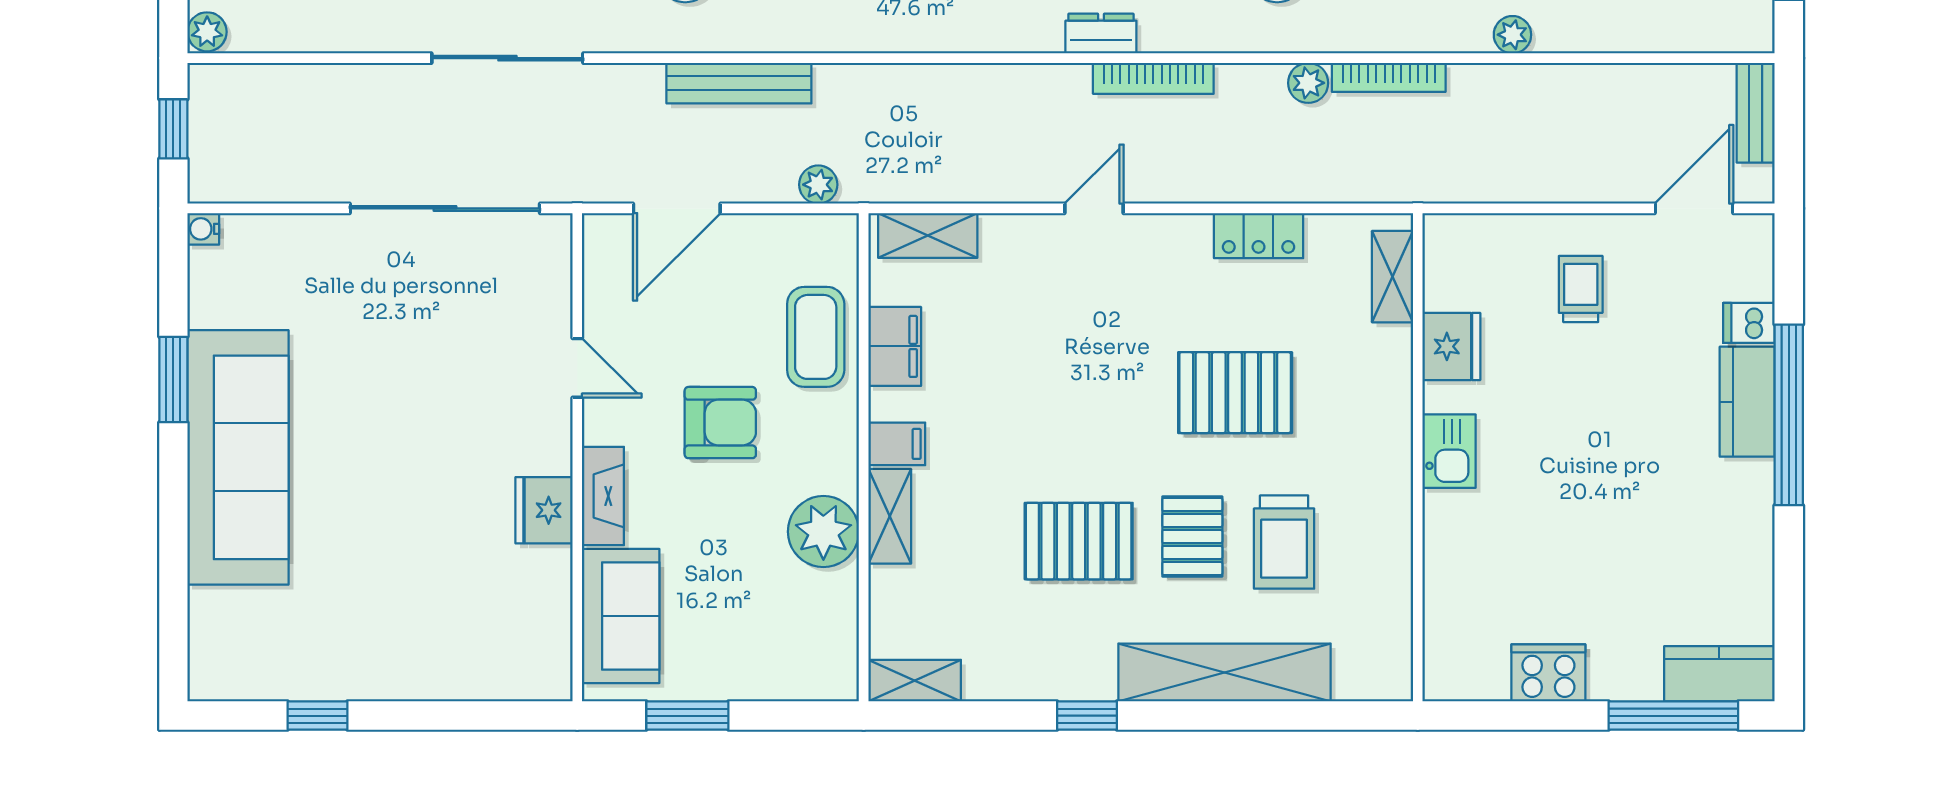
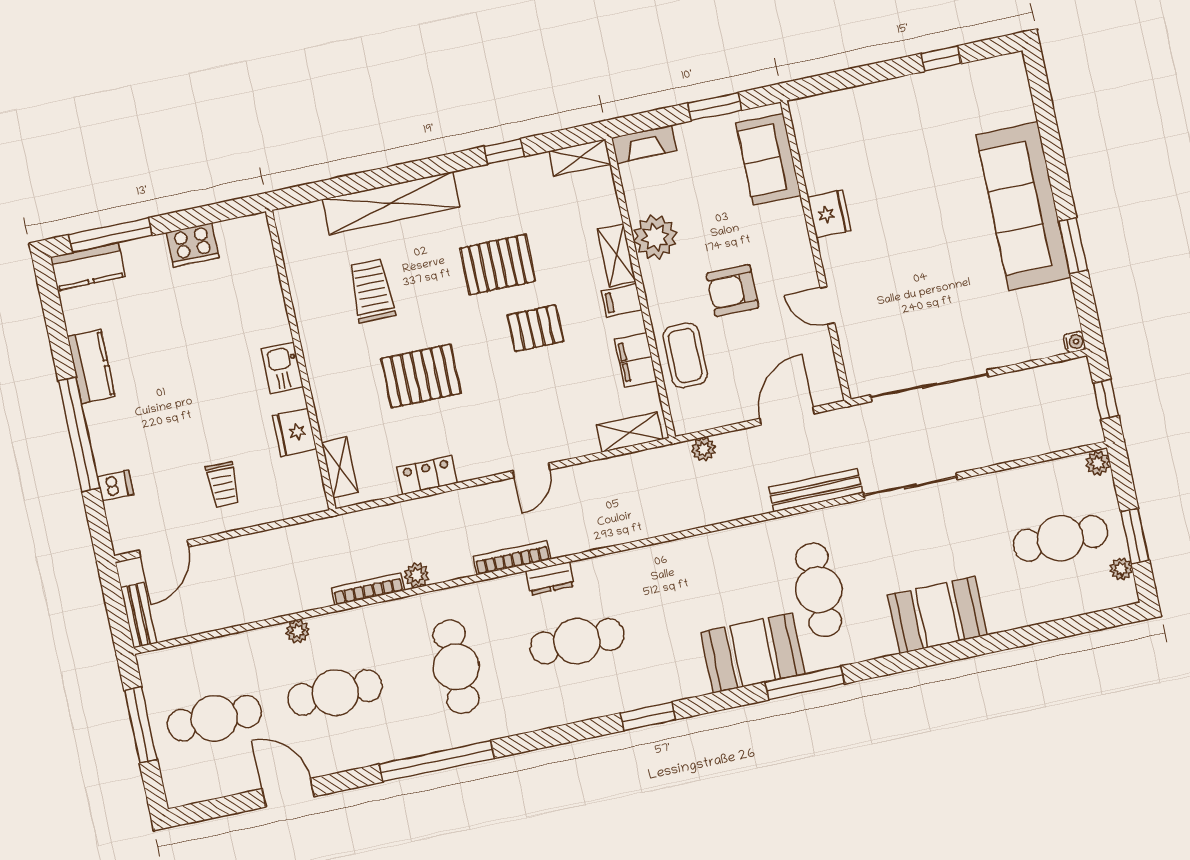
bench: (739, 83) -> (816, 490), moved
kitchen counter: (1747, 402) -> (91, 366), moved
fireplace: (603, 496) -> (644, 144), moved, turned -90
pallet: (1192, 536) -> (535, 328), moved, turned 90
window: (1087, 716) -> (504, 151), moved

